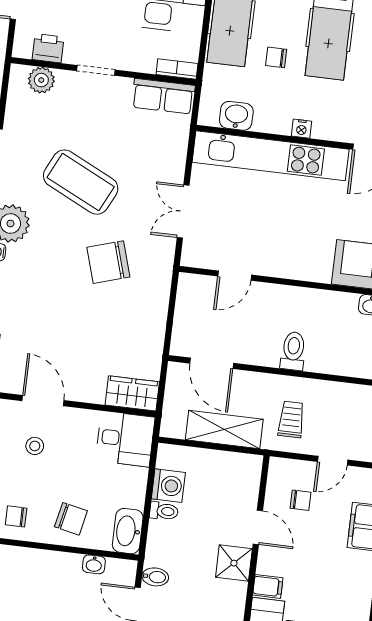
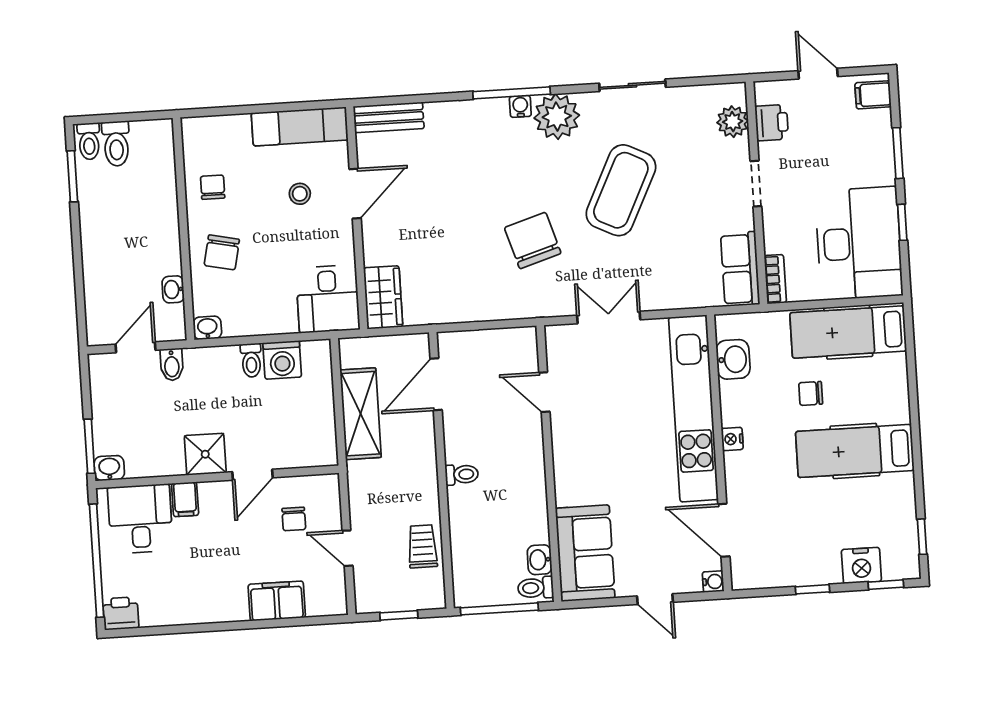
chair: (276, 57) -> (811, 393), turned -90
toilet: (293, 351) -> (462, 474), width x0.73, depth x0.72
trolley: (291, 419) -> (422, 546), moved, turned -90
washbasin: (128, 531) -> (207, 328), width x0.52, depth x0.69

